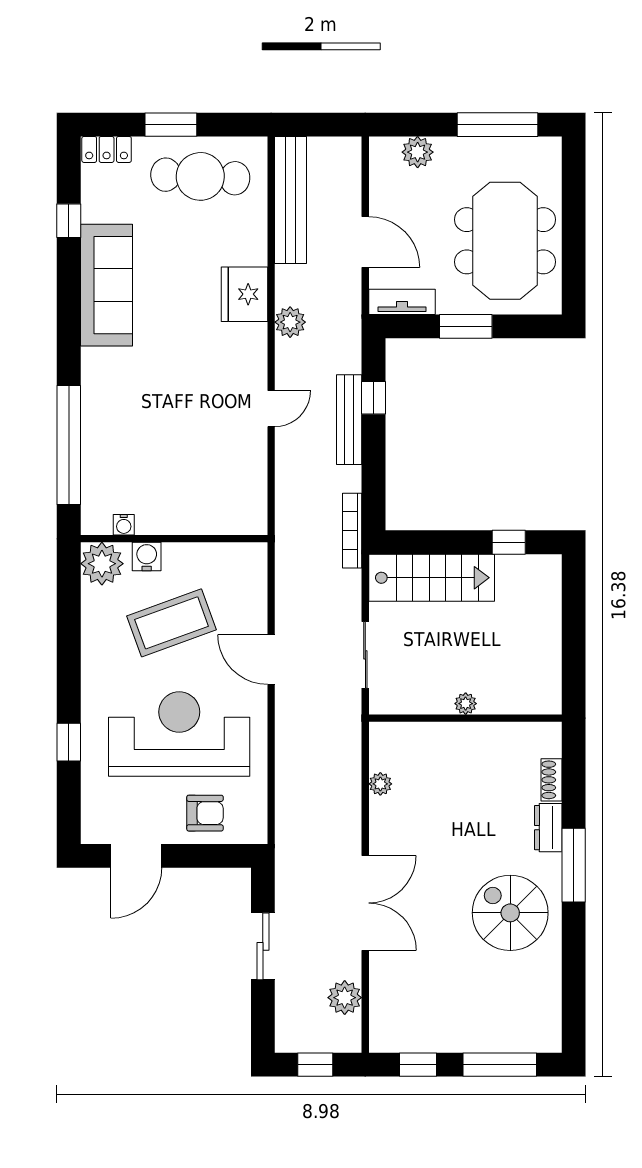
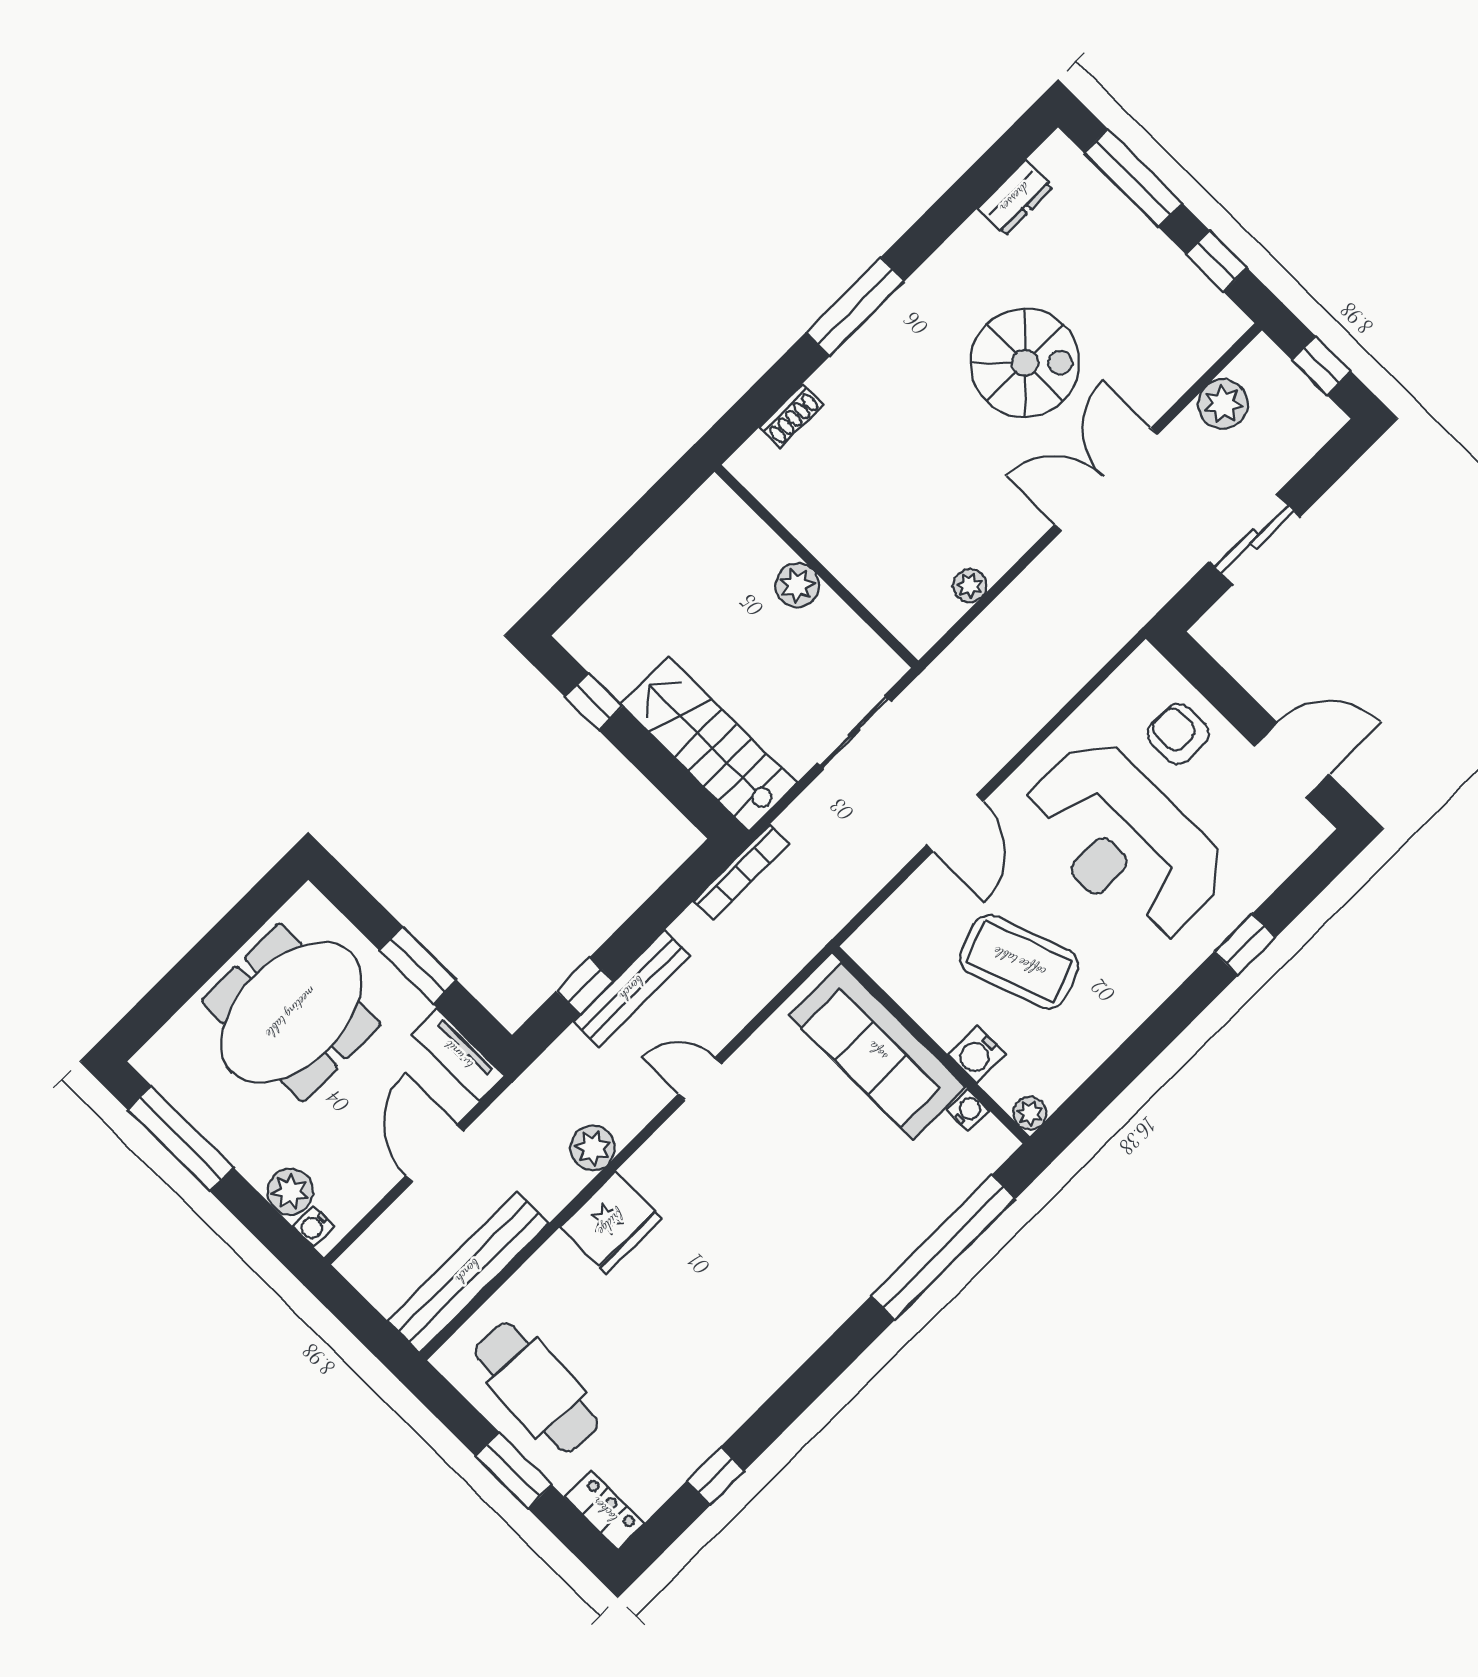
water cooler: (389, 147) -> (313, 1226), added
sofa: (106, 285) -> (877, 1051), moved, turned -90
plant: (102, 564) -> (1030, 1113), width x0.53, depth x0.53
plant: (466, 704) -> (797, 585), width x1.38, depth x1.38
dresser: (548, 828) -> (1015, 198), moved
spiral stairs: (510, 913) -> (1025, 363), moved, turned -90

